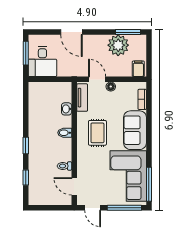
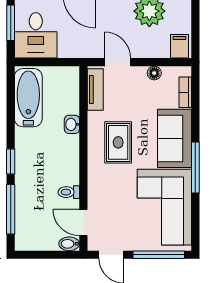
floor lamp: (111, 87) -> (154, 73), moved
bathtub: (37, 103) -> (28, 98), added
washbasin: (67, 109) -> (72, 124), moved
bidet: (65, 133) -> (69, 244), moved
window: (26, 177) -> (11, 209), width x2.17
window: (149, 184) -> (195, 167), moved

